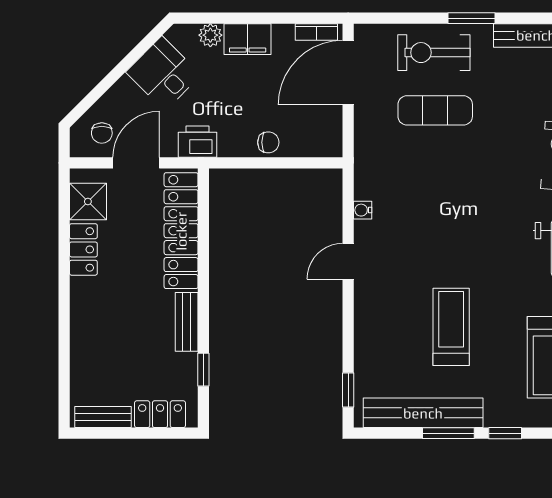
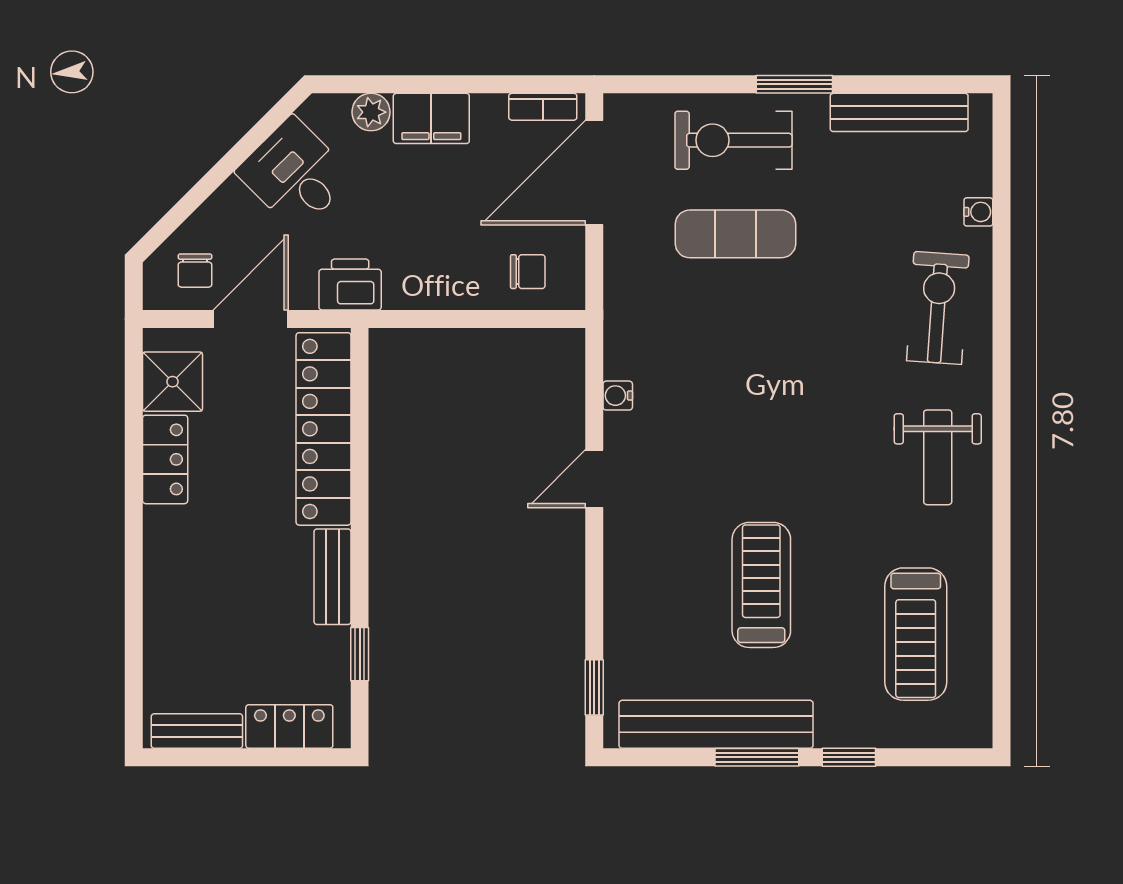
chair: (268, 142) -> (528, 272), moved

